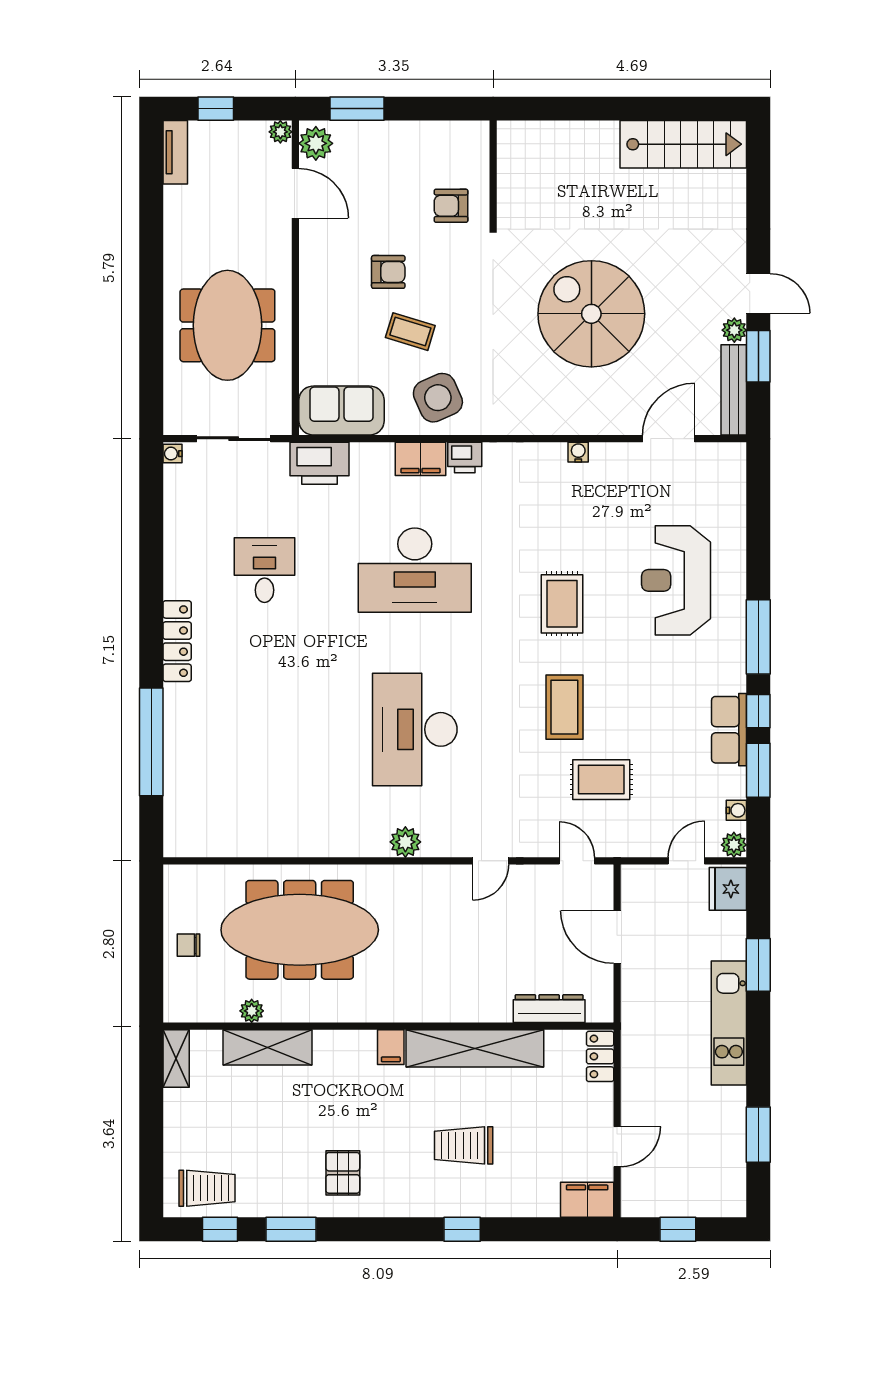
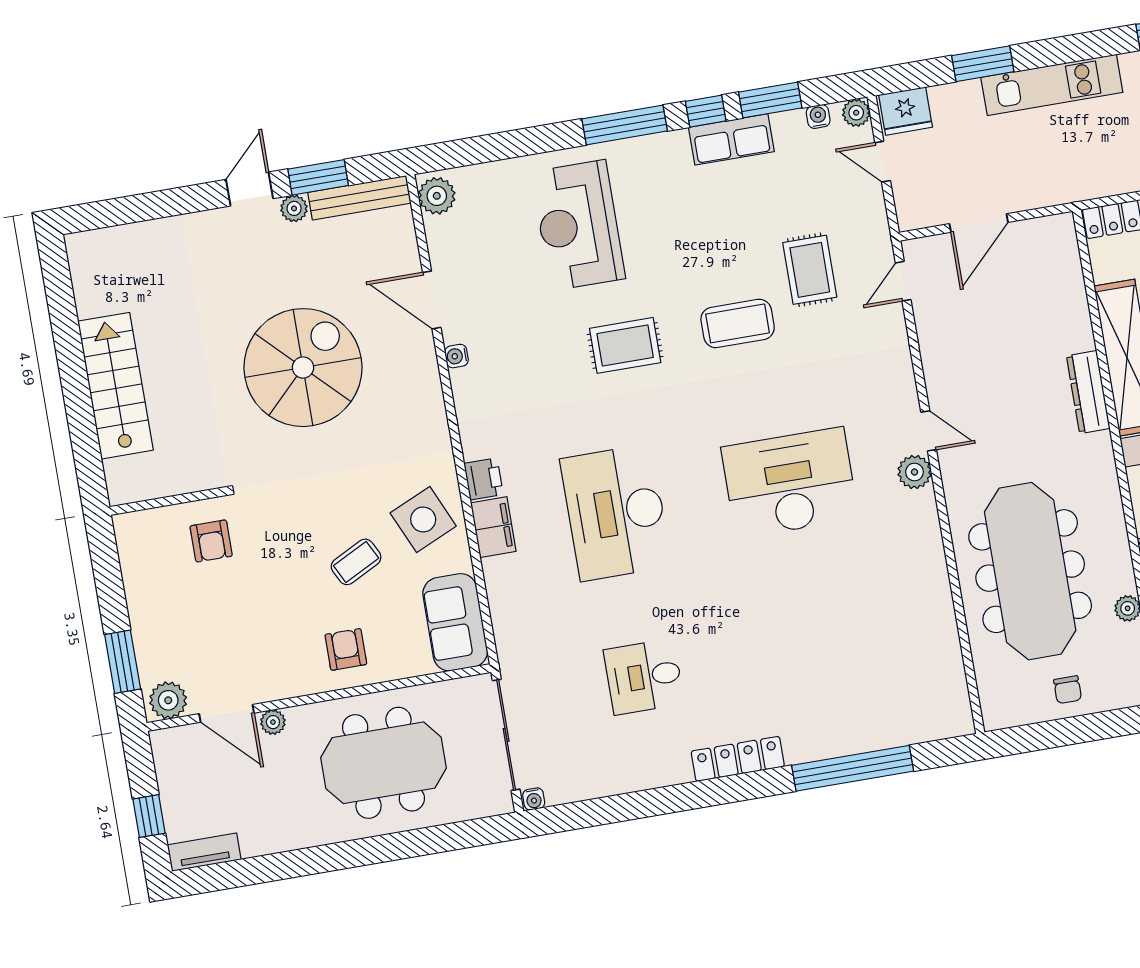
plant: (280, 132) -> (273, 722), moved
stairs: (683, 144) -> (115, 386), moved
door: (295, 193) -> (227, 713), swing flipped
armchair: (388, 272) -> (346, 649), moved
spiral stairs: (591, 314) -> (303, 368), turned 180
coffee table: (410, 332) -> (356, 562), turned 46
sliding door: (234, 439) -> (506, 735), width x1.37
door: (669, 439) -> (432, 300), moved
plant: (724, 459) -> (437, 196), added
printer: (319, 463) -> (517, 637), removed
desk: (415, 570) -> (616, 513), turned 180
reception desk: (676, 580) -> (578, 225), turned 90
desk: (415, 729) -> (790, 483), turned 180
door: (491, 861) -> (929, 431), moved
dresser: (549, 1009) -> (1088, 392), moved

